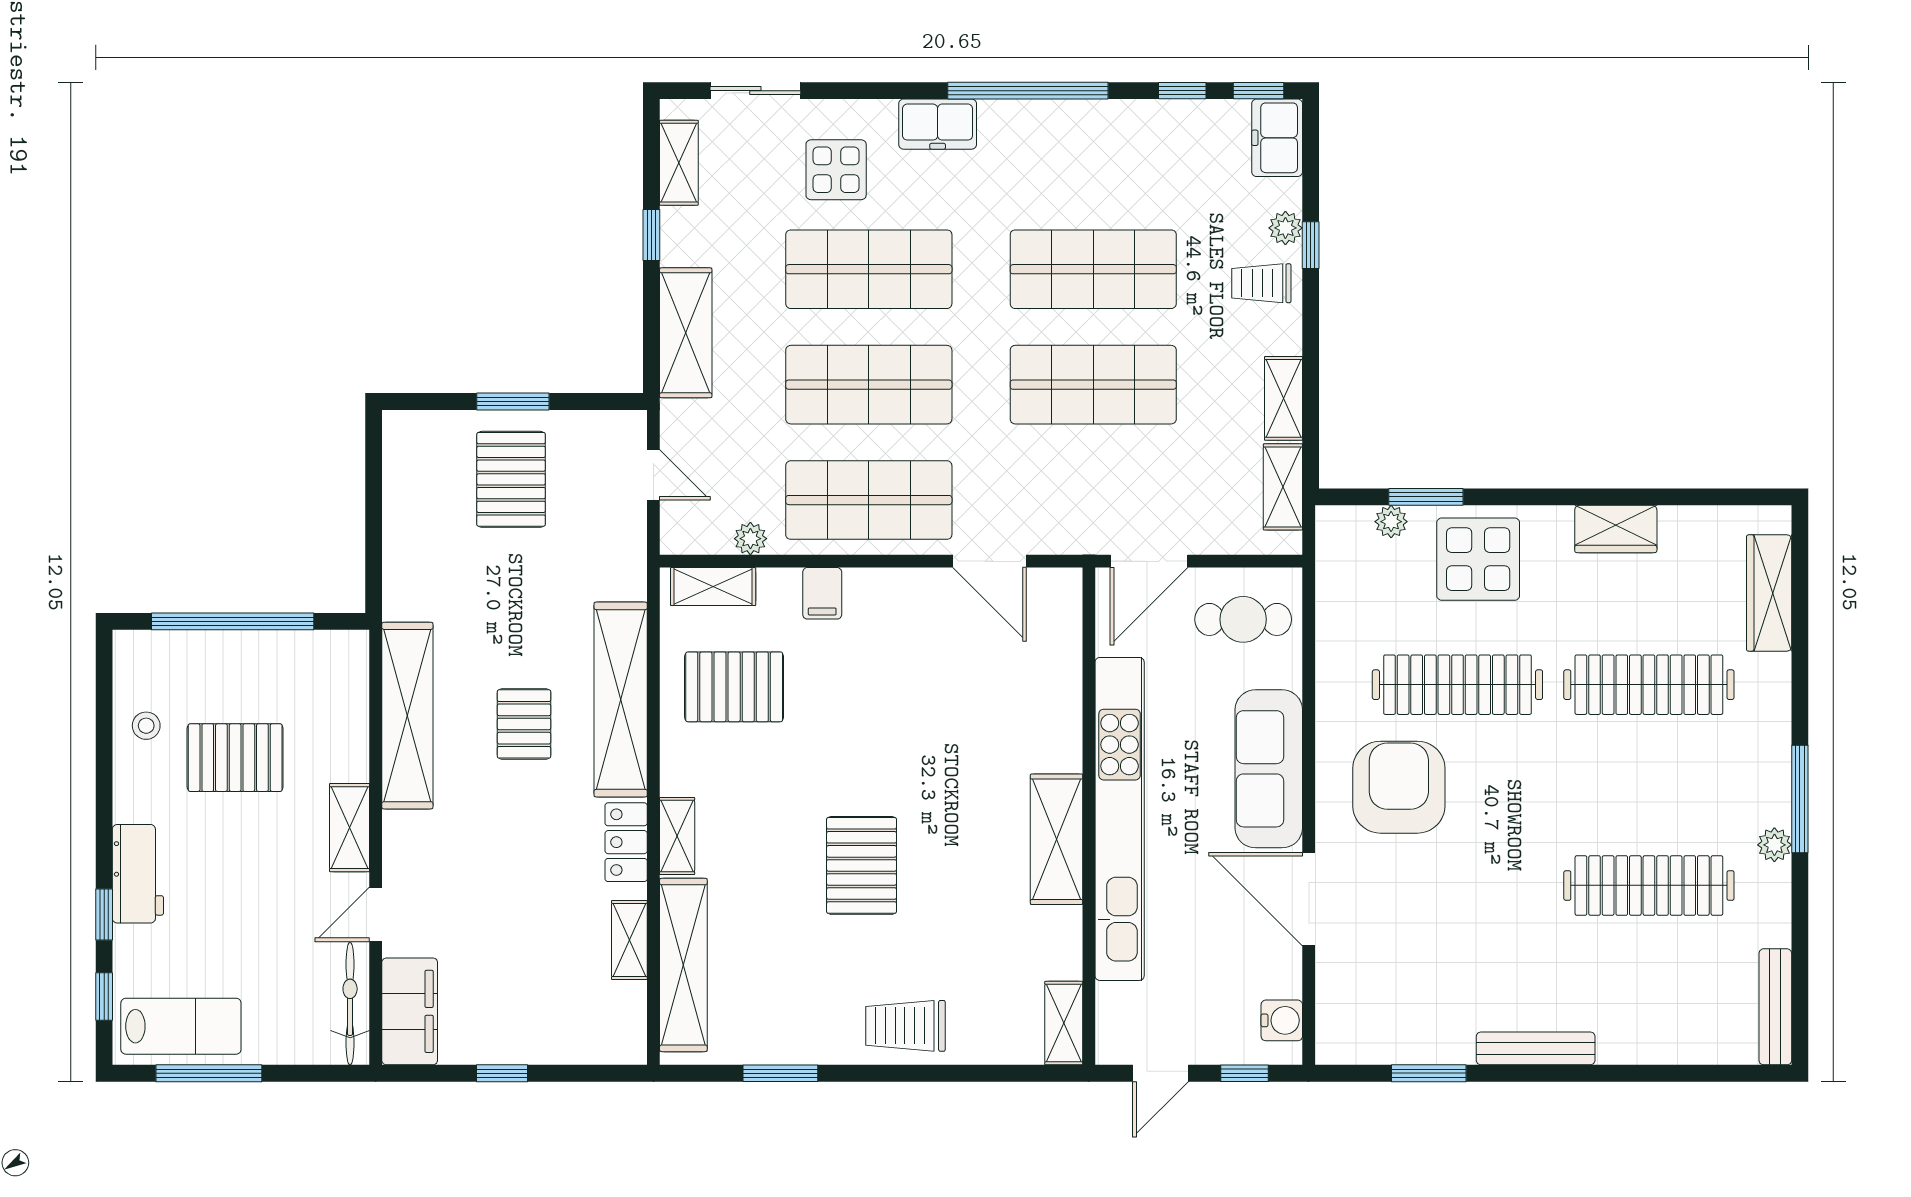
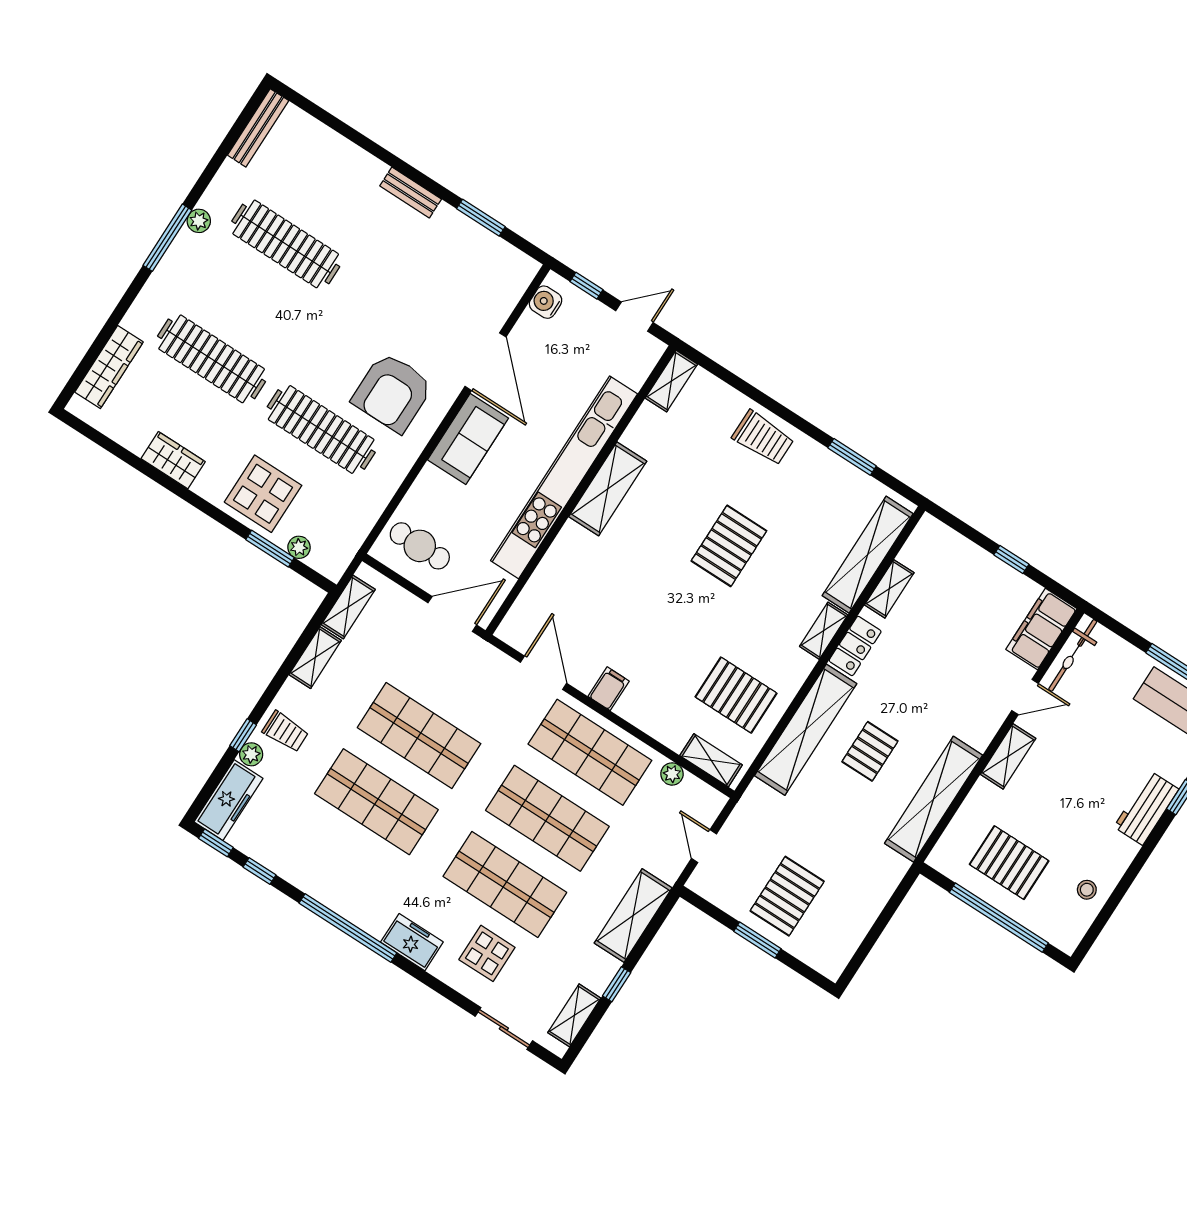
freezer: (1277, 138) -> (228, 800), width x1.40
filing cabinet: (822, 593) -> (609, 689), moved
pallet: (235, 758) -> (1009, 863), moved
sofa: (1269, 769) -> (468, 439), width x0.73
bench: (1536, 1048) -> (411, 192), width x0.73

